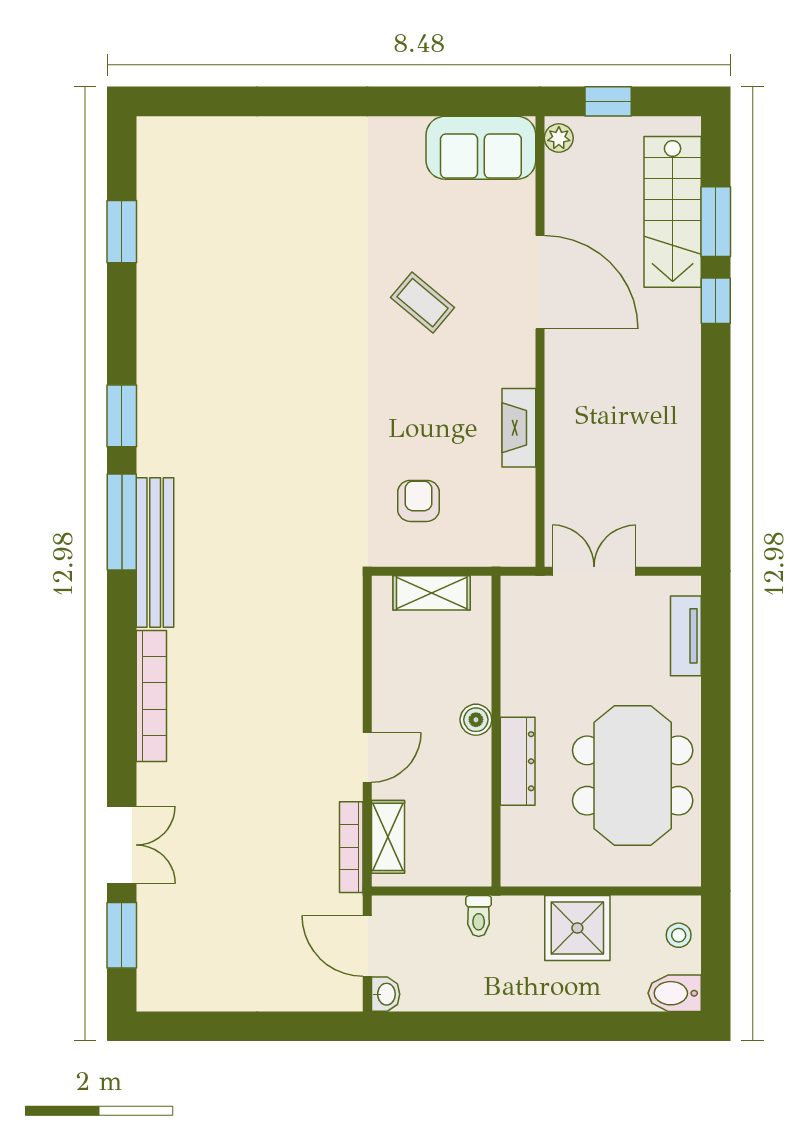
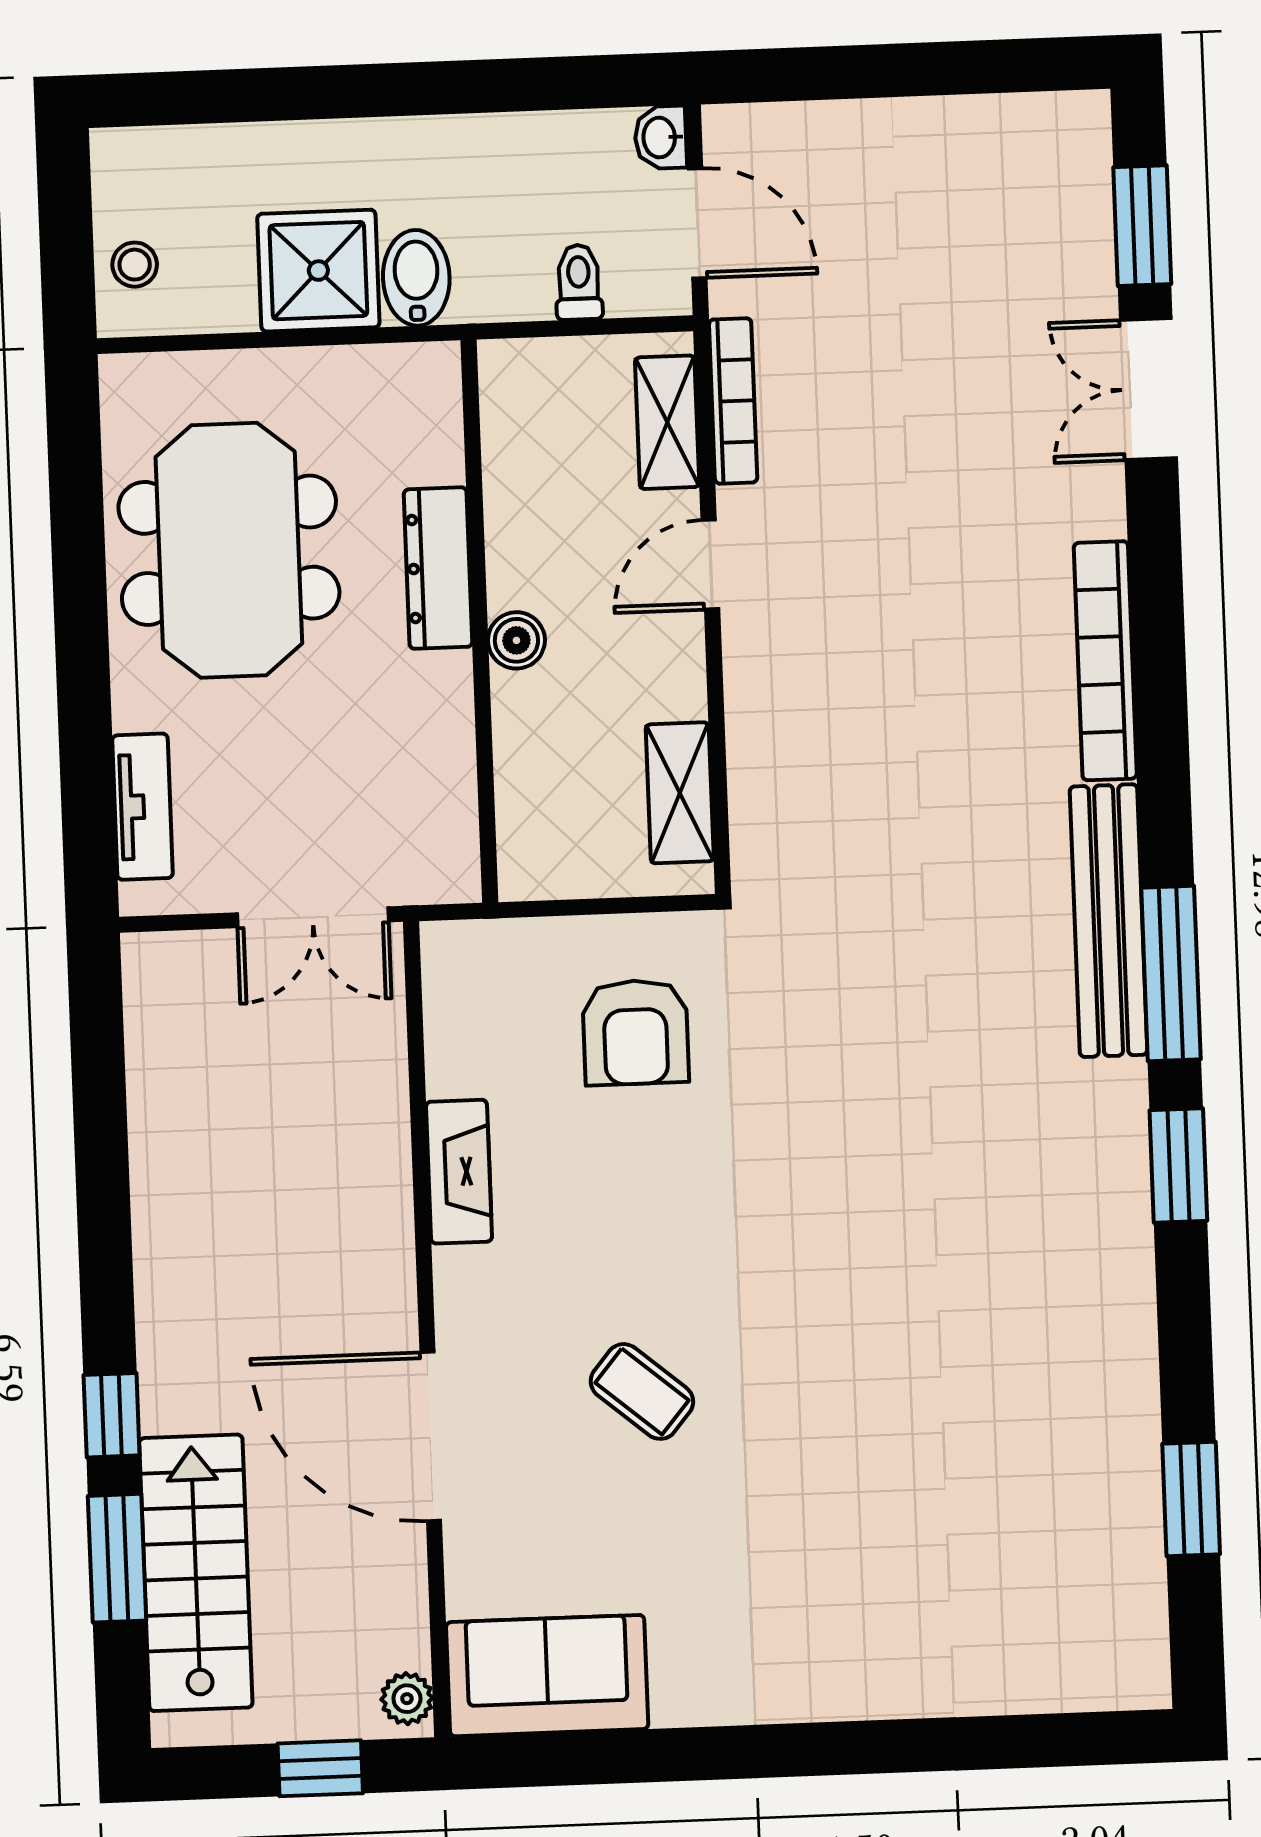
armchair: (418, 501) -> (636, 1032), width x1.38, depth x1.38
shelving: (432, 593) -> (680, 793), moved, turned 90
toilet: (479, 916) -> (579, 282), moved
bidet: (675, 993) -> (416, 278), moved, turned -90

